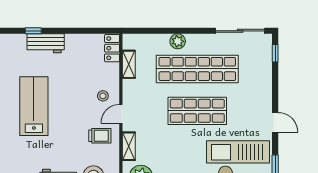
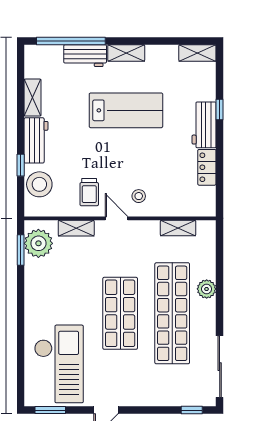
locker: (112, 48) -> (207, 167), moved, turned -90

